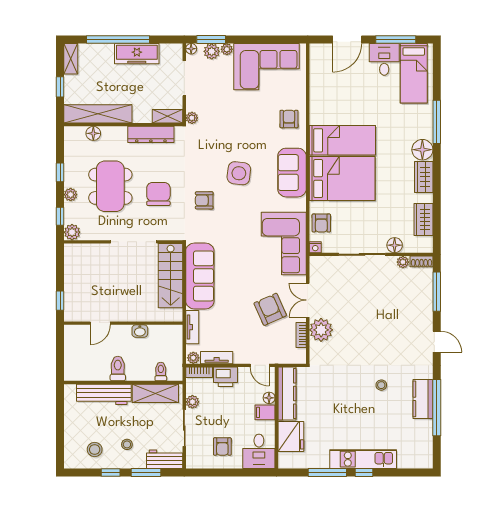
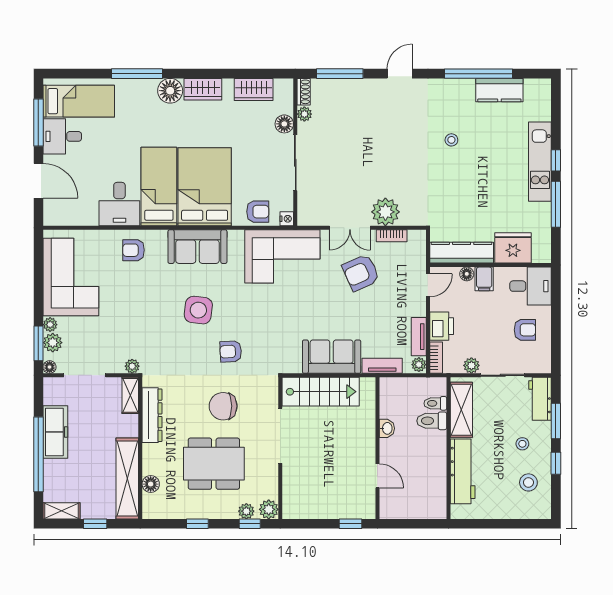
desk: (328, 107) -> (119, 204), added
plant: (71, 195) -> (246, 511), moved
armchair: (204, 200) -> (231, 351), turned 87
sofa: (200, 276) -> (332, 357), width x0.73
toilet: (118, 369) -> (432, 421), moved
kitchen counter: (423, 399) -> (499, 90), moved

